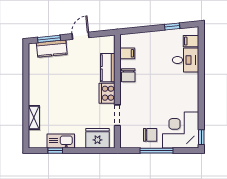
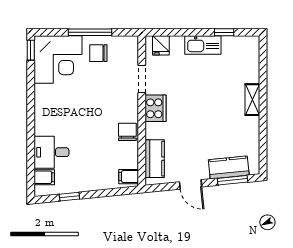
door: (81, 36) -> (191, 184), hinge flipped
filing cabinet: (127, 53) -> (129, 177), moved
kitchen counter: (108, 68) -> (155, 159), moved
shelving: (34, 117) -> (252, 100), moved
fridge: (97, 138) -> (161, 45), width x0.53, depth x0.75
kitchen sink: (61, 141) -> (203, 45), moved

